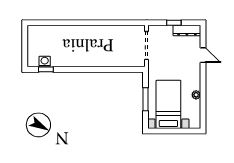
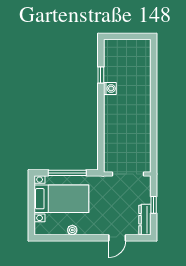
washing machine: (45, 62) -> (110, 88), moved
window: (46, 69) -> (101, 75), moved
window: (146, 99) -> (67, 173), width x1.44

